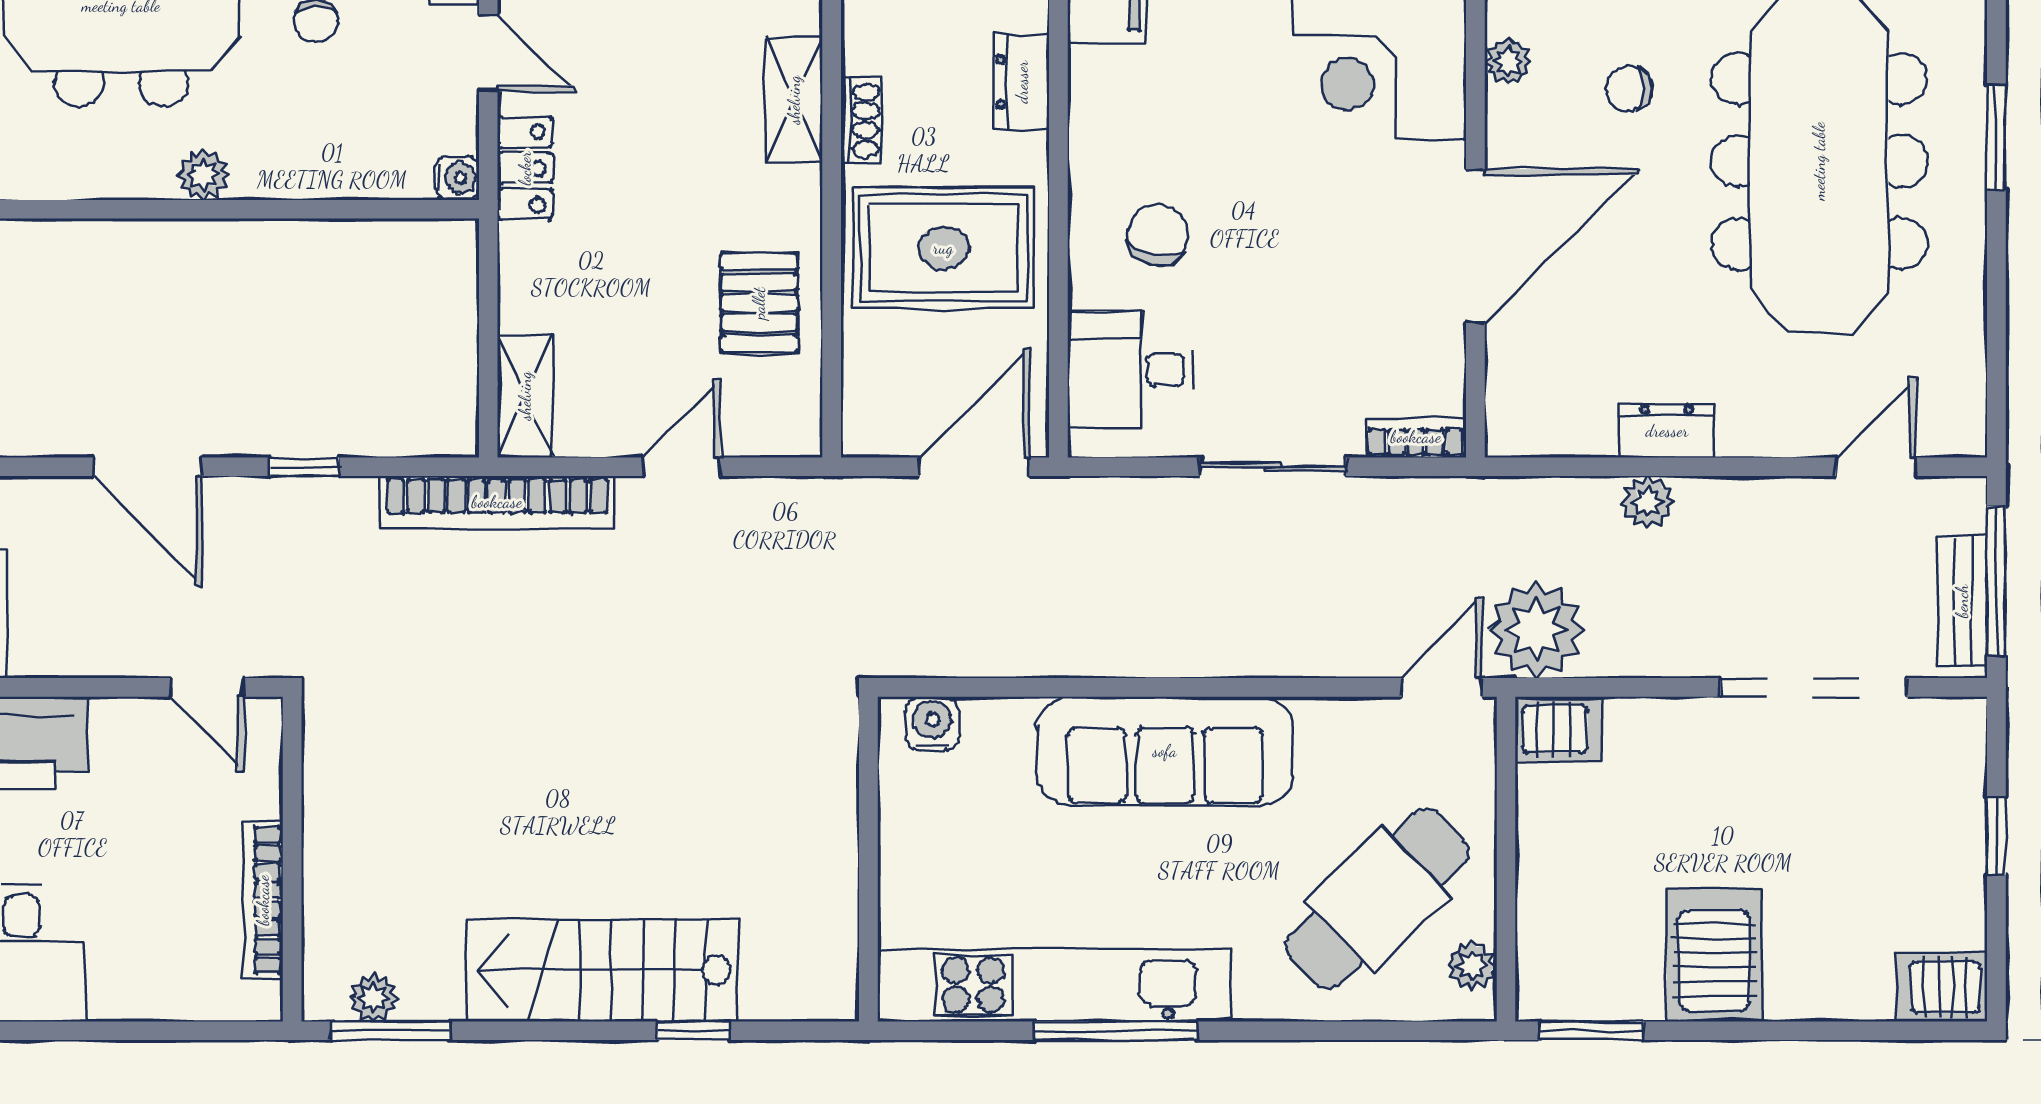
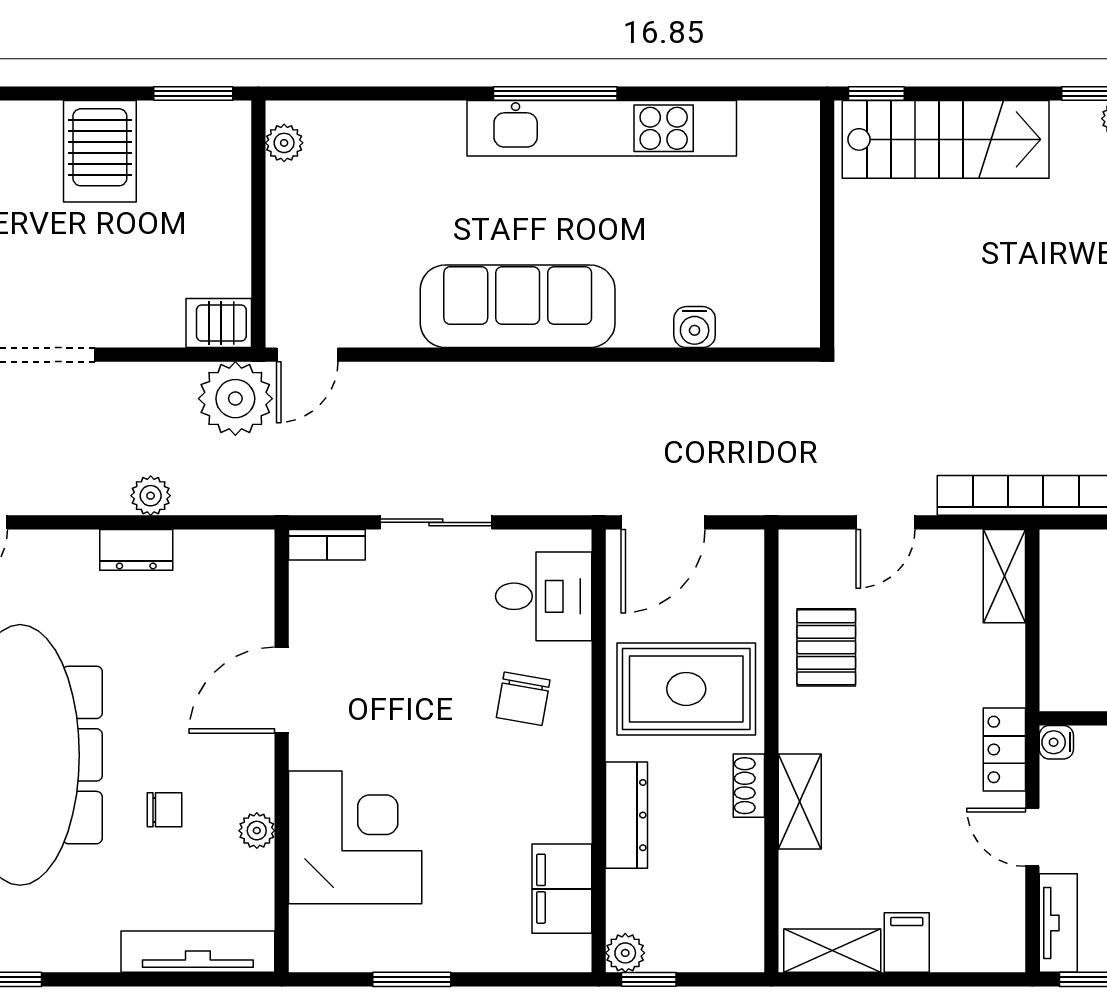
dresser: (1022, 82) -> (627, 815), width x1.44
door: (1475, 246) -> (282, 690), width x0.73
wall: (868, 859) -> (827, 224), moved
cafe table: (1377, 899) -> (356, 194), removed

